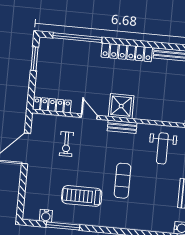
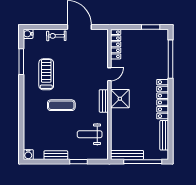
exercise bike: (66, 144) -> (56, 36), moved
water cooler: (46, 216) -> (28, 34), moved

